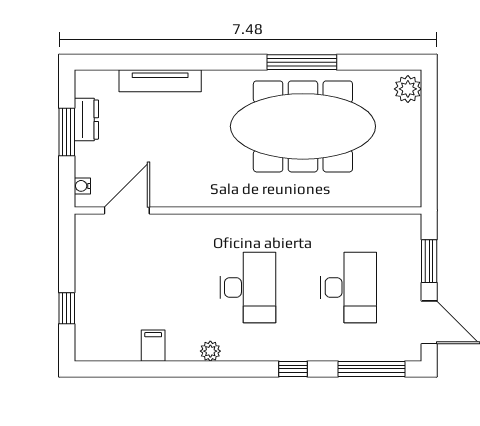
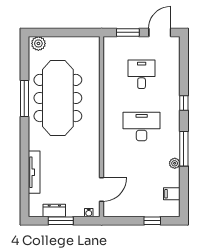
door: (127, 210) -> (102, 189), swing flipped
desk: (349, 287) -> (142, 74), width x0.73
filing cabinet: (153, 346) -> (172, 194), moved
plant: (210, 351) -> (175, 163), moved
window: (372, 369) -> (184, 149), moved

